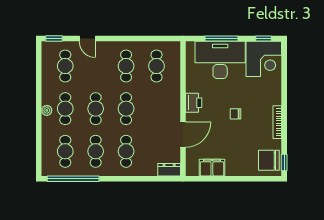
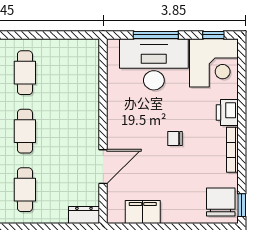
cafe table: (156, 66) -> (67, 73), removed
printer: (194, 103) -> (227, 113), moved, turned 180
chair: (269, 160) -> (221, 202), turned 90

